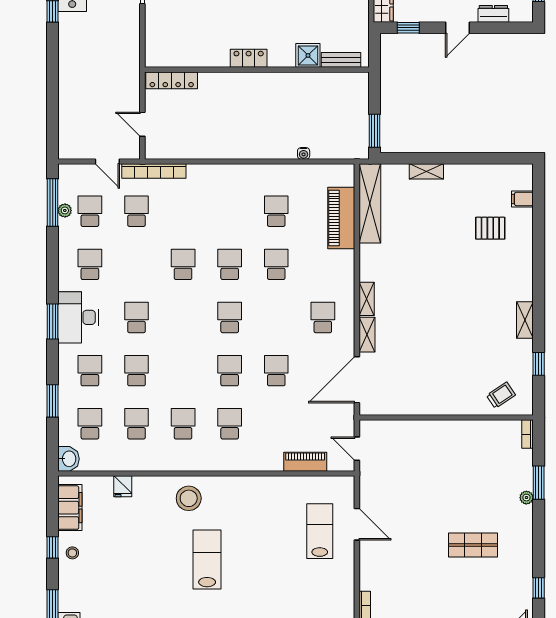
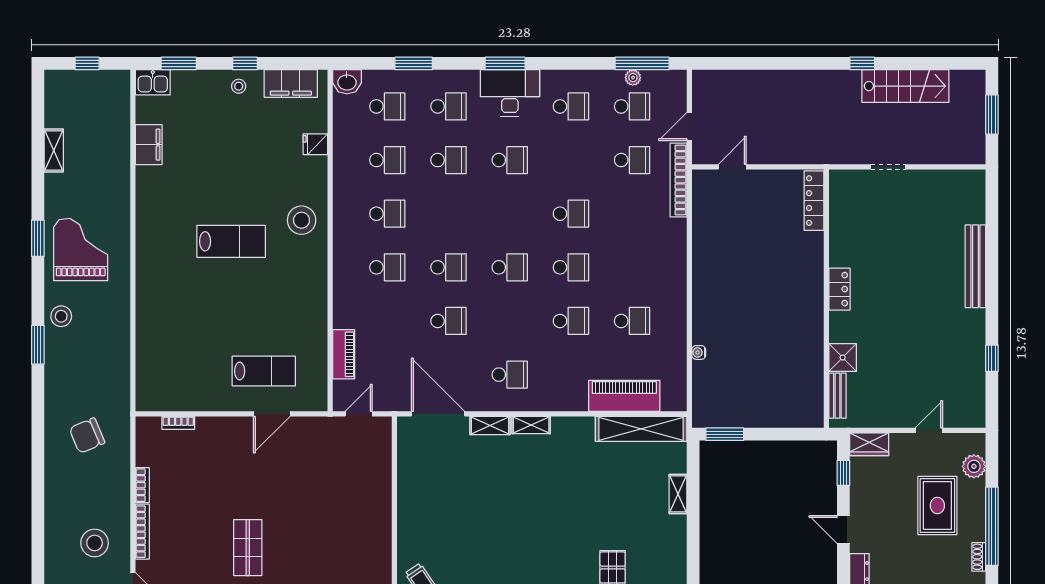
shower: (308, 55) -> (843, 358), moved
locker: (249, 58) -> (839, 289), moved
bench: (341, 60) -> (837, 396), moved
wall: (257, 70) -> (826, 299), moved
locker: (172, 80) -> (814, 201), moved

